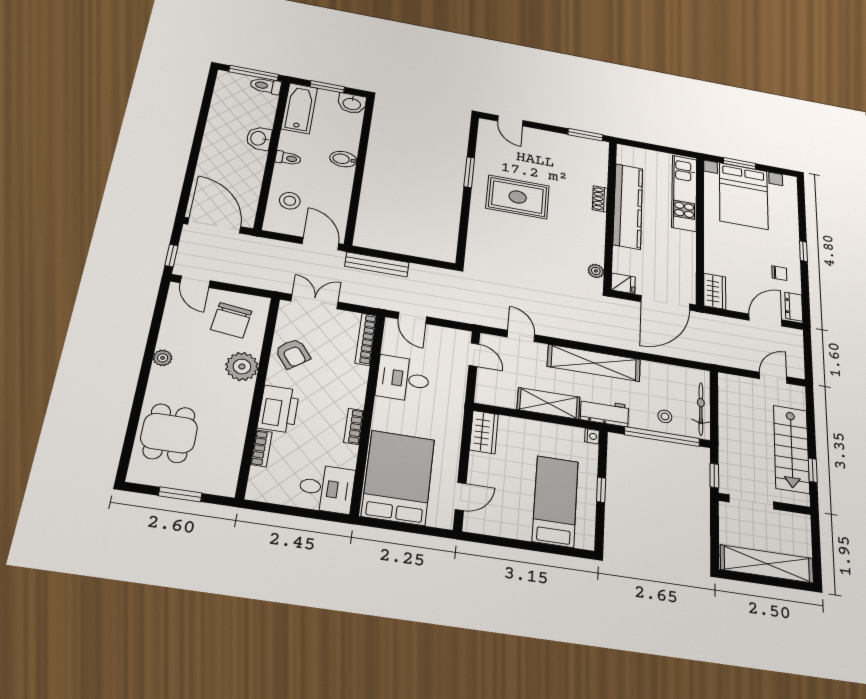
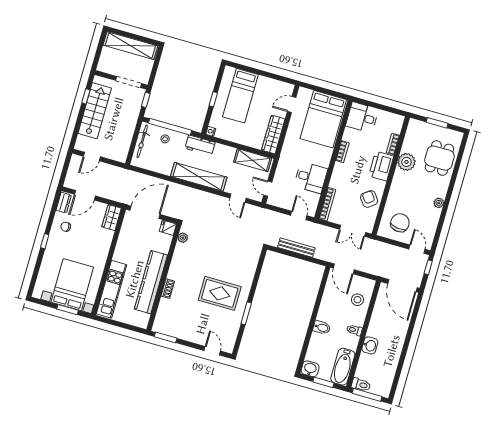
bench: (377, 264) -> (296, 248), moved
plant: (242, 366) -> (406, 162), moved
shelving: (549, 403) -> (253, 160), moved
wardrobe: (484, 432) -> (273, 135), width x1.50

